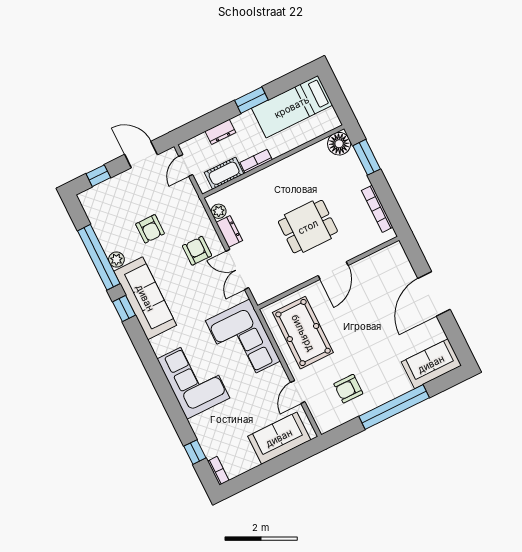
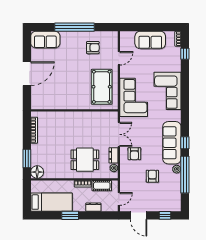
dining table: (308, 227) -> (85, 160), moved
door: (333, 271) -> (71, 110), removed
sofa: (279, 438) -> (150, 40), moved

